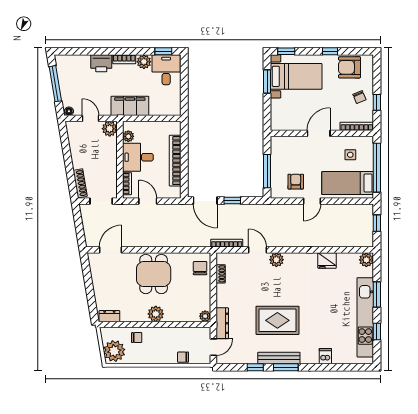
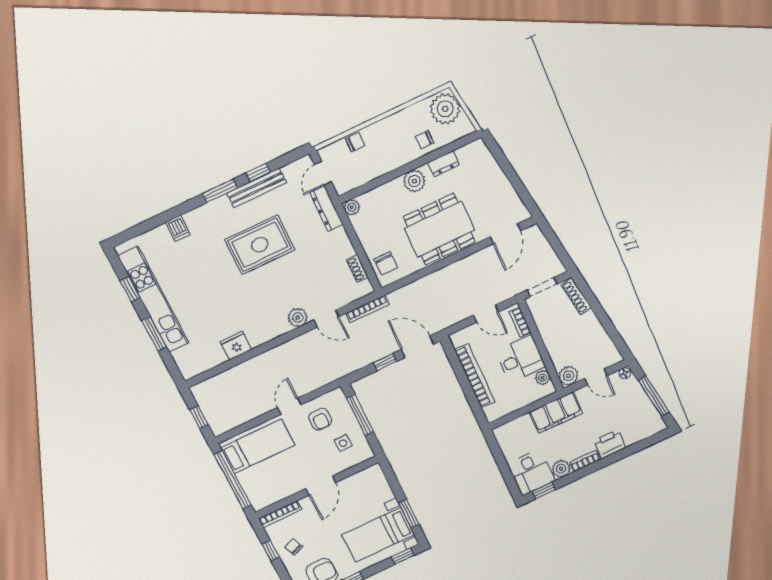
side table: (350, 155) -> (343, 443), moved
plant: (366, 260) -> (189, 369), removed
dining table: (154, 274) -> (439, 229), width x1.38
dresser: (109, 316) -> (444, 164), moved
bench: (279, 358) -> (256, 188), moved

